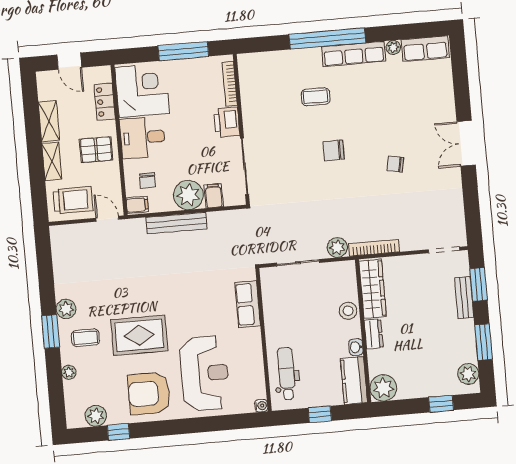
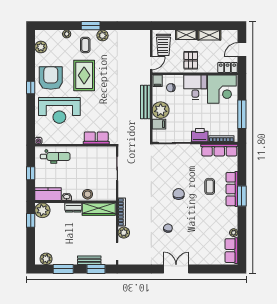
window: (327, 39) -> (242, 196), width x0.47
row of seats: (354, 54) -> (232, 189), moved
row of seats: (250, 85) -> (219, 150), added
locker: (105, 102) -> (227, 67), moved
plant: (337, 247) -> (124, 233), moved
window: (441, 404) -> (31, 220), moved
window: (118, 432) -> (31, 87), moved

